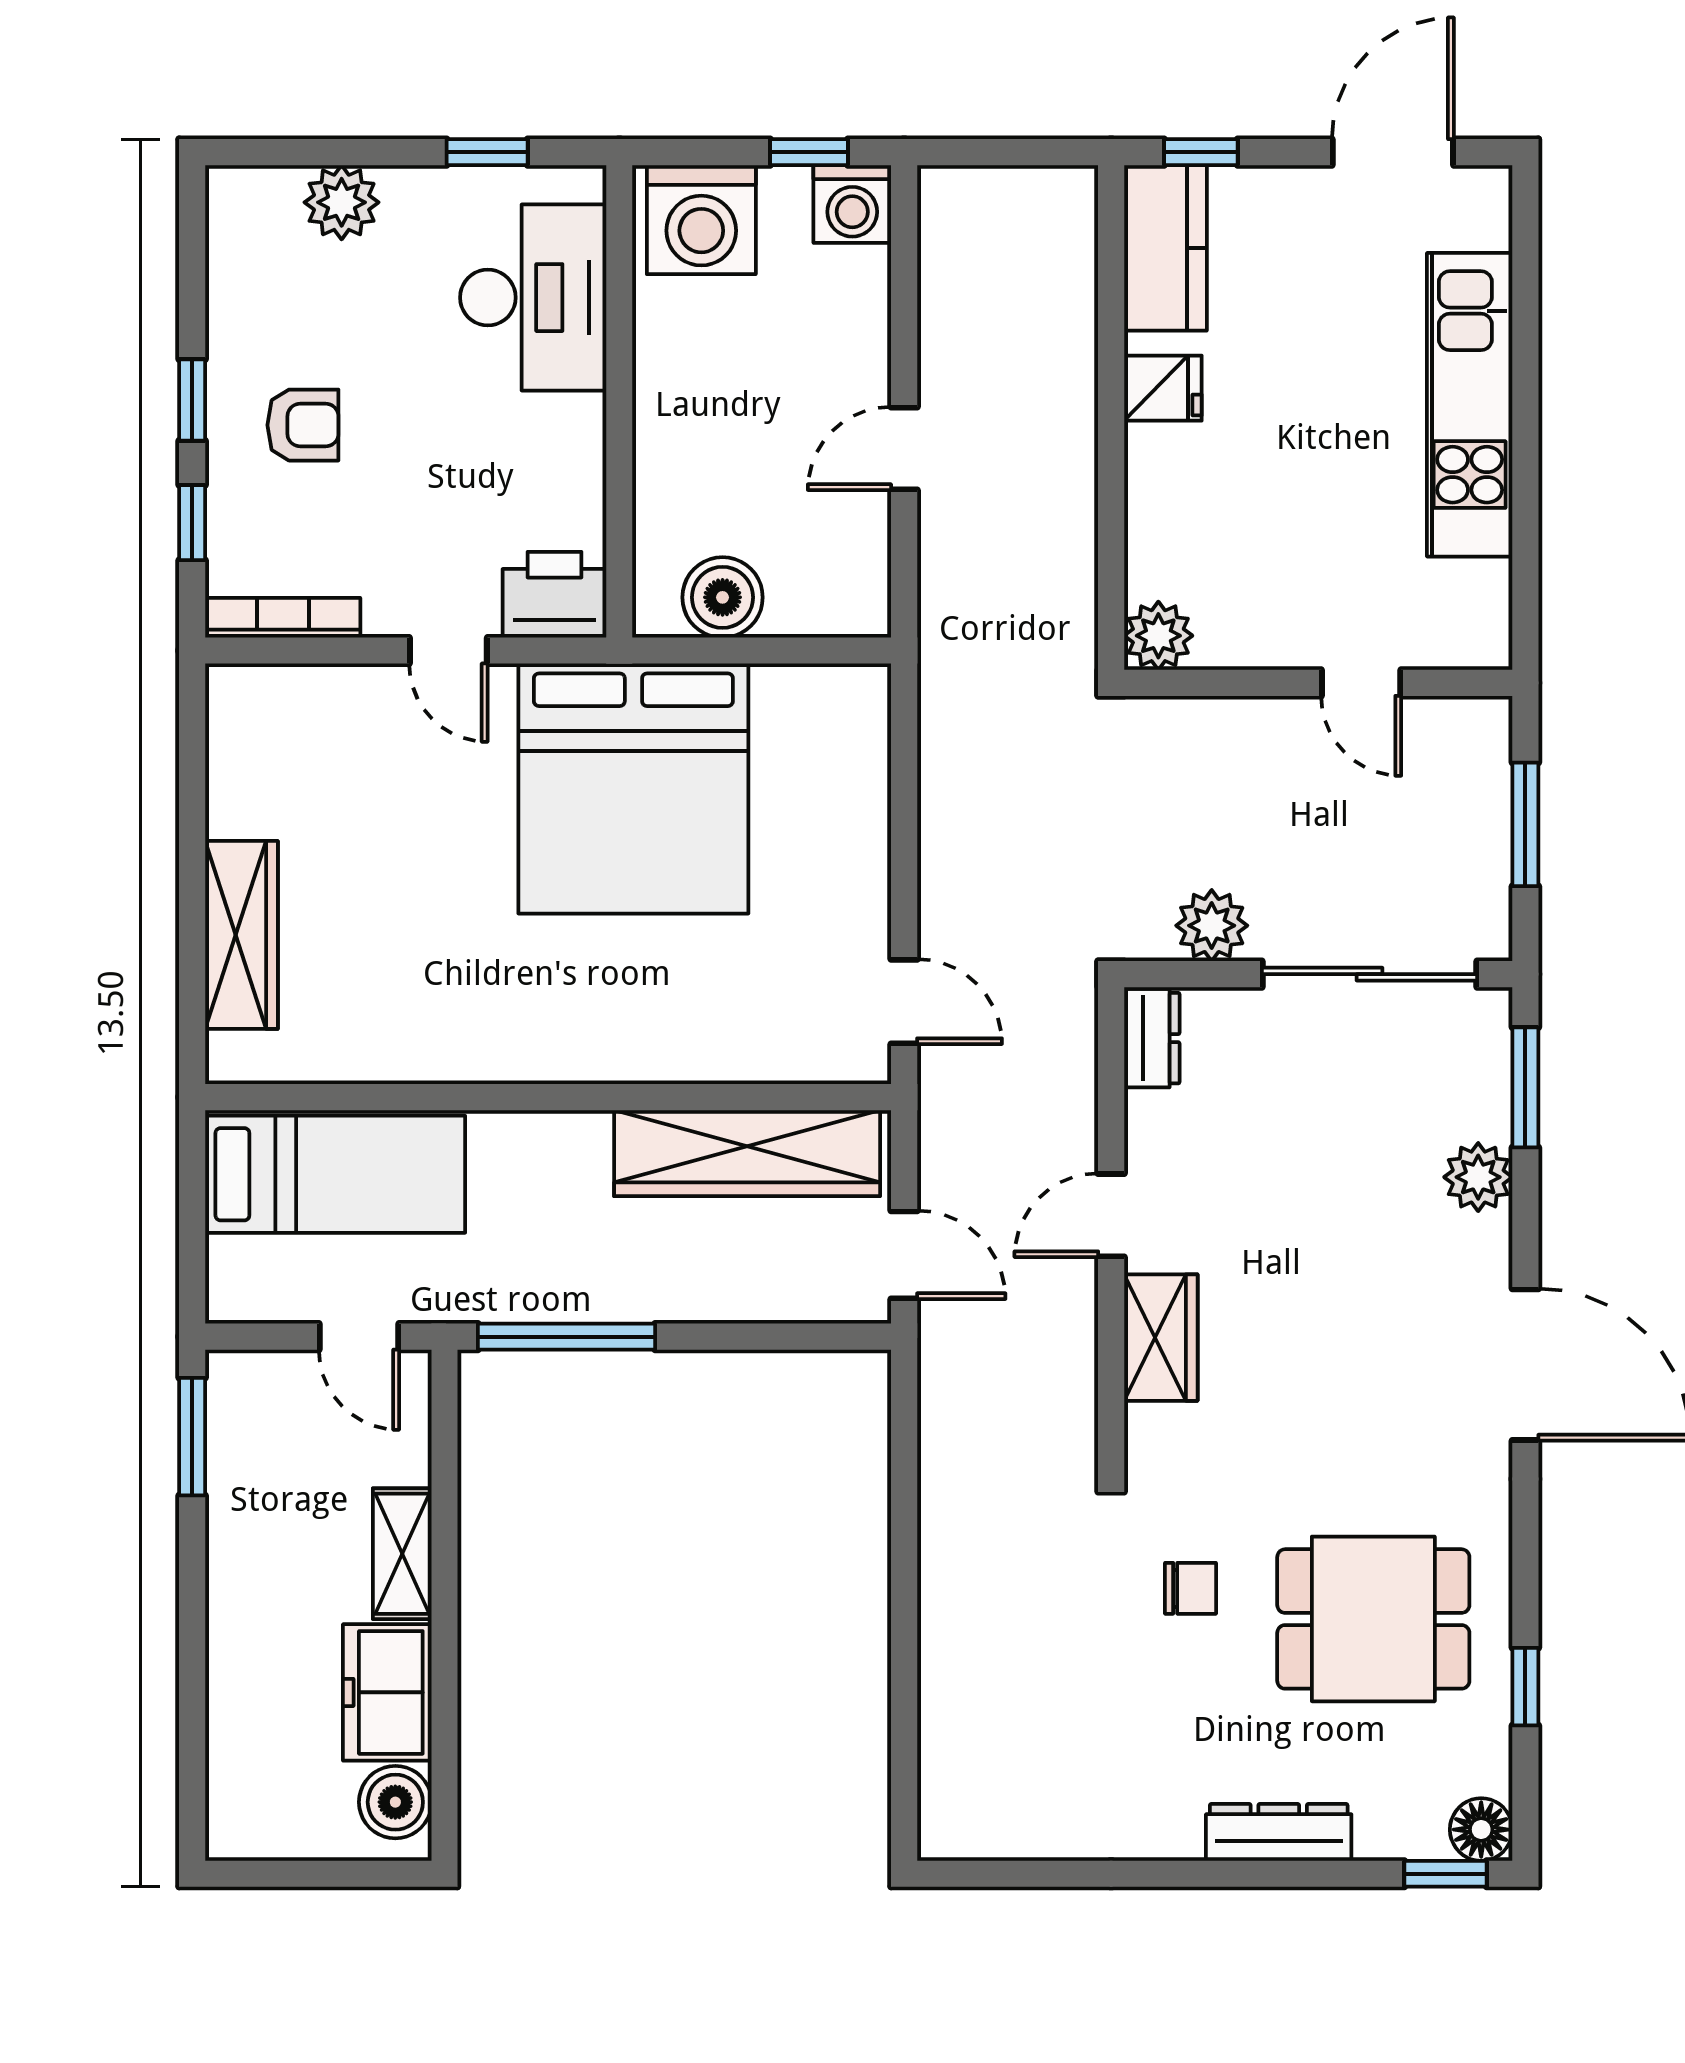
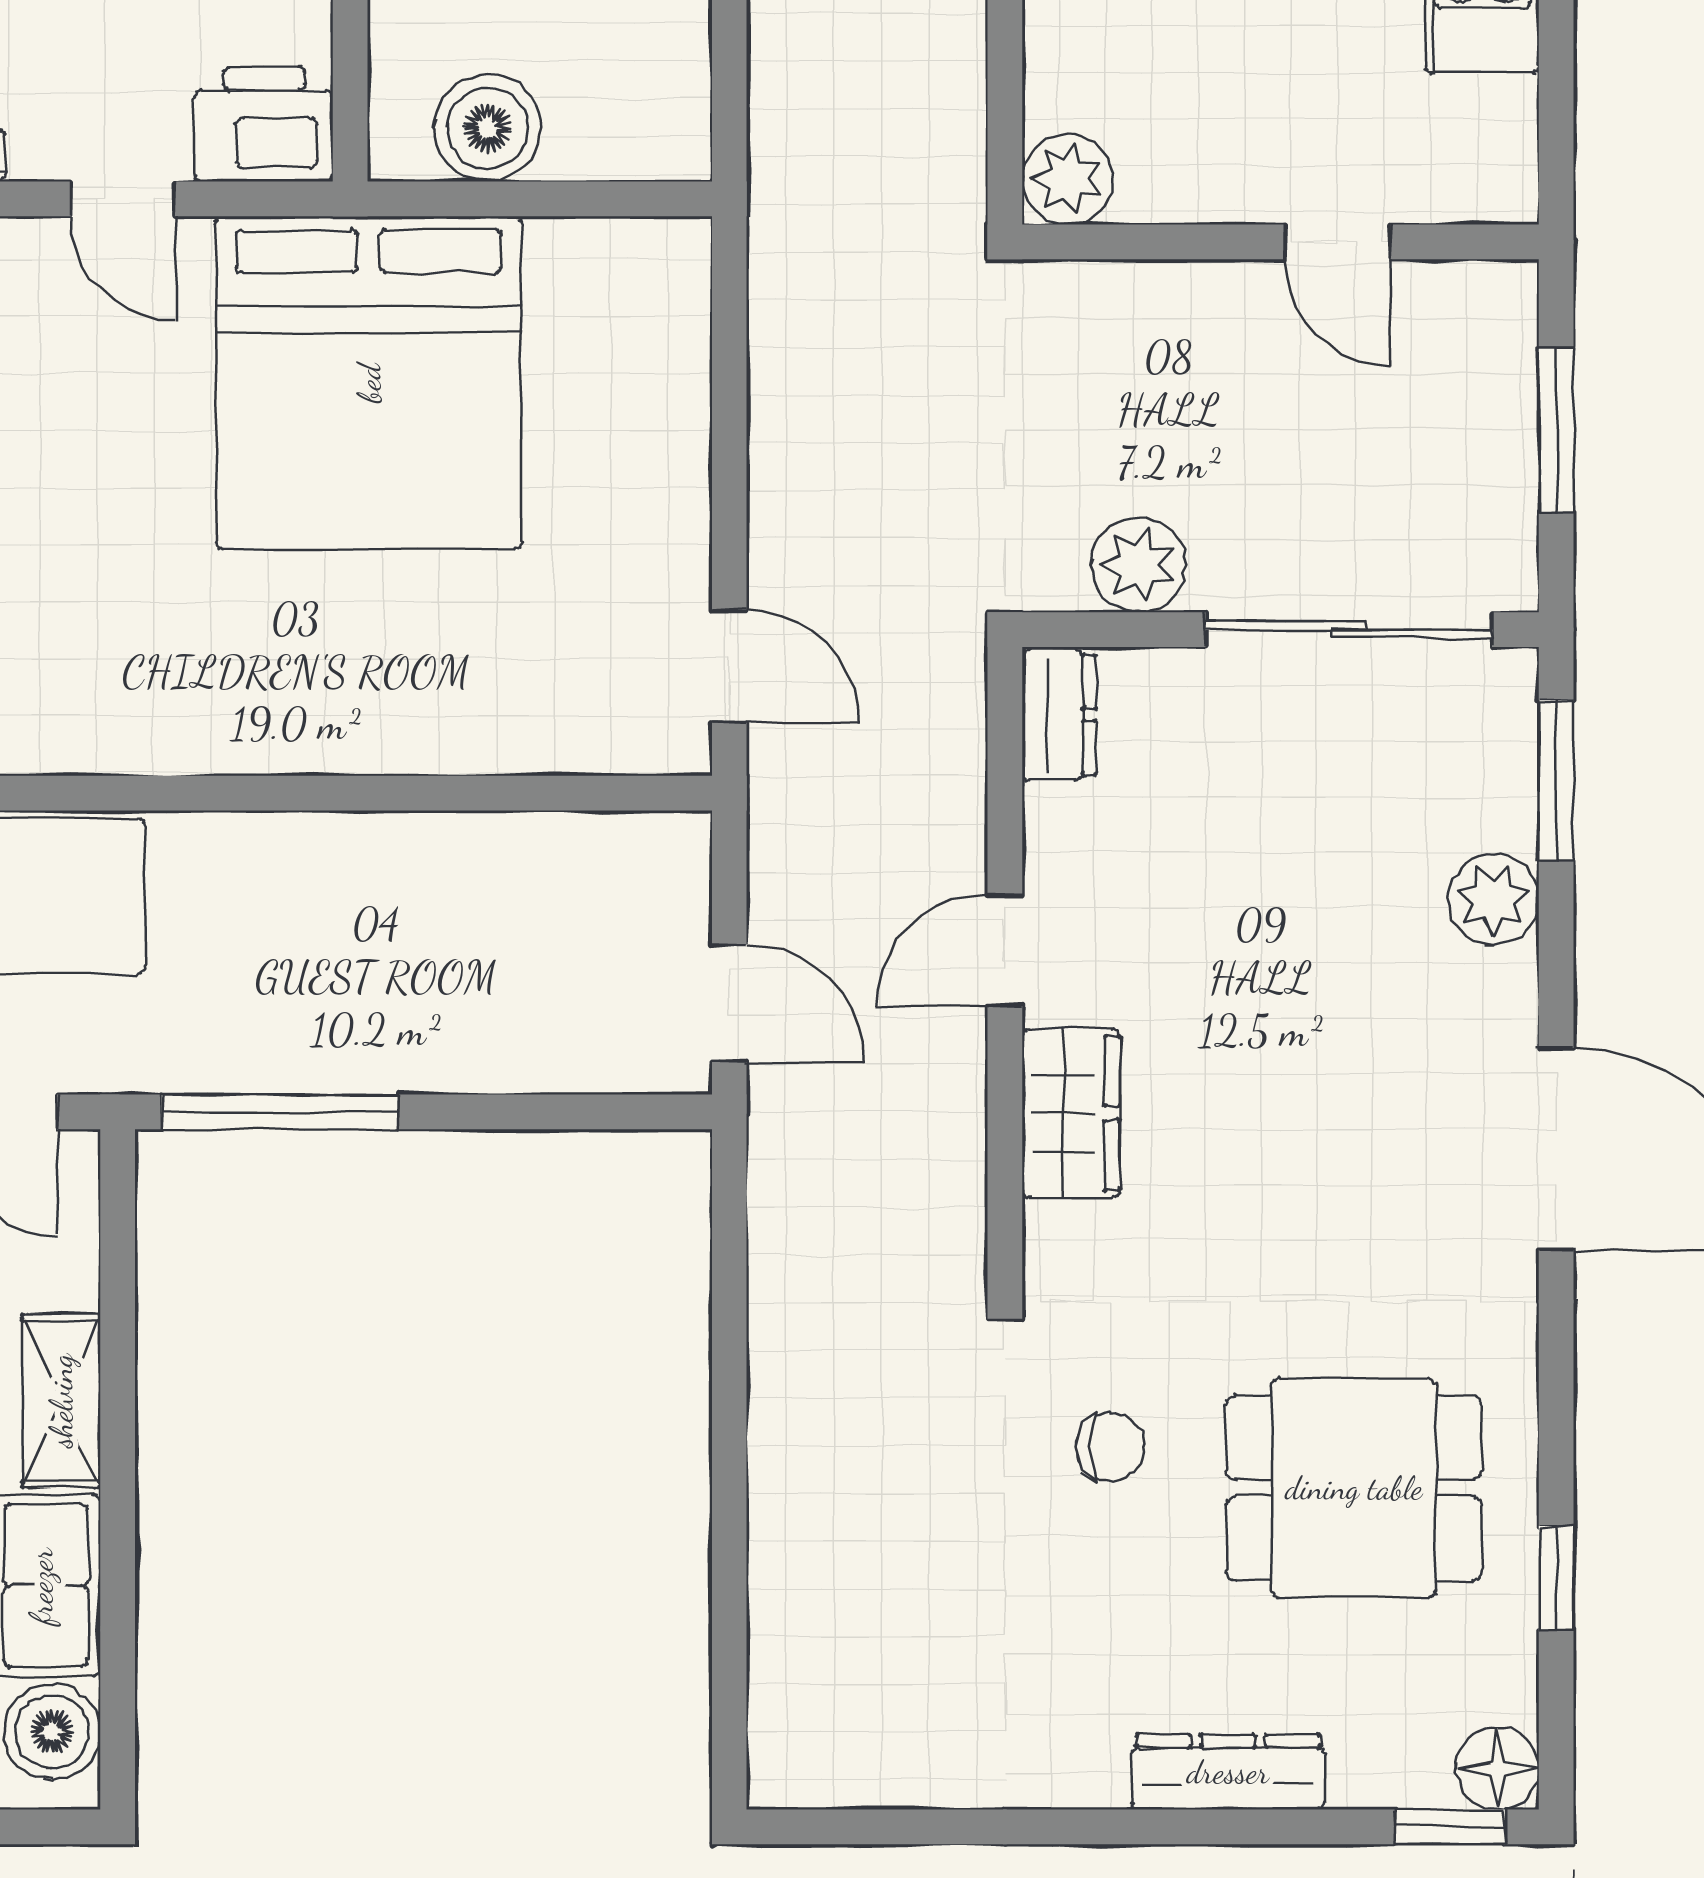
wardrobe: (747, 1153) -> (520, 868), removed

